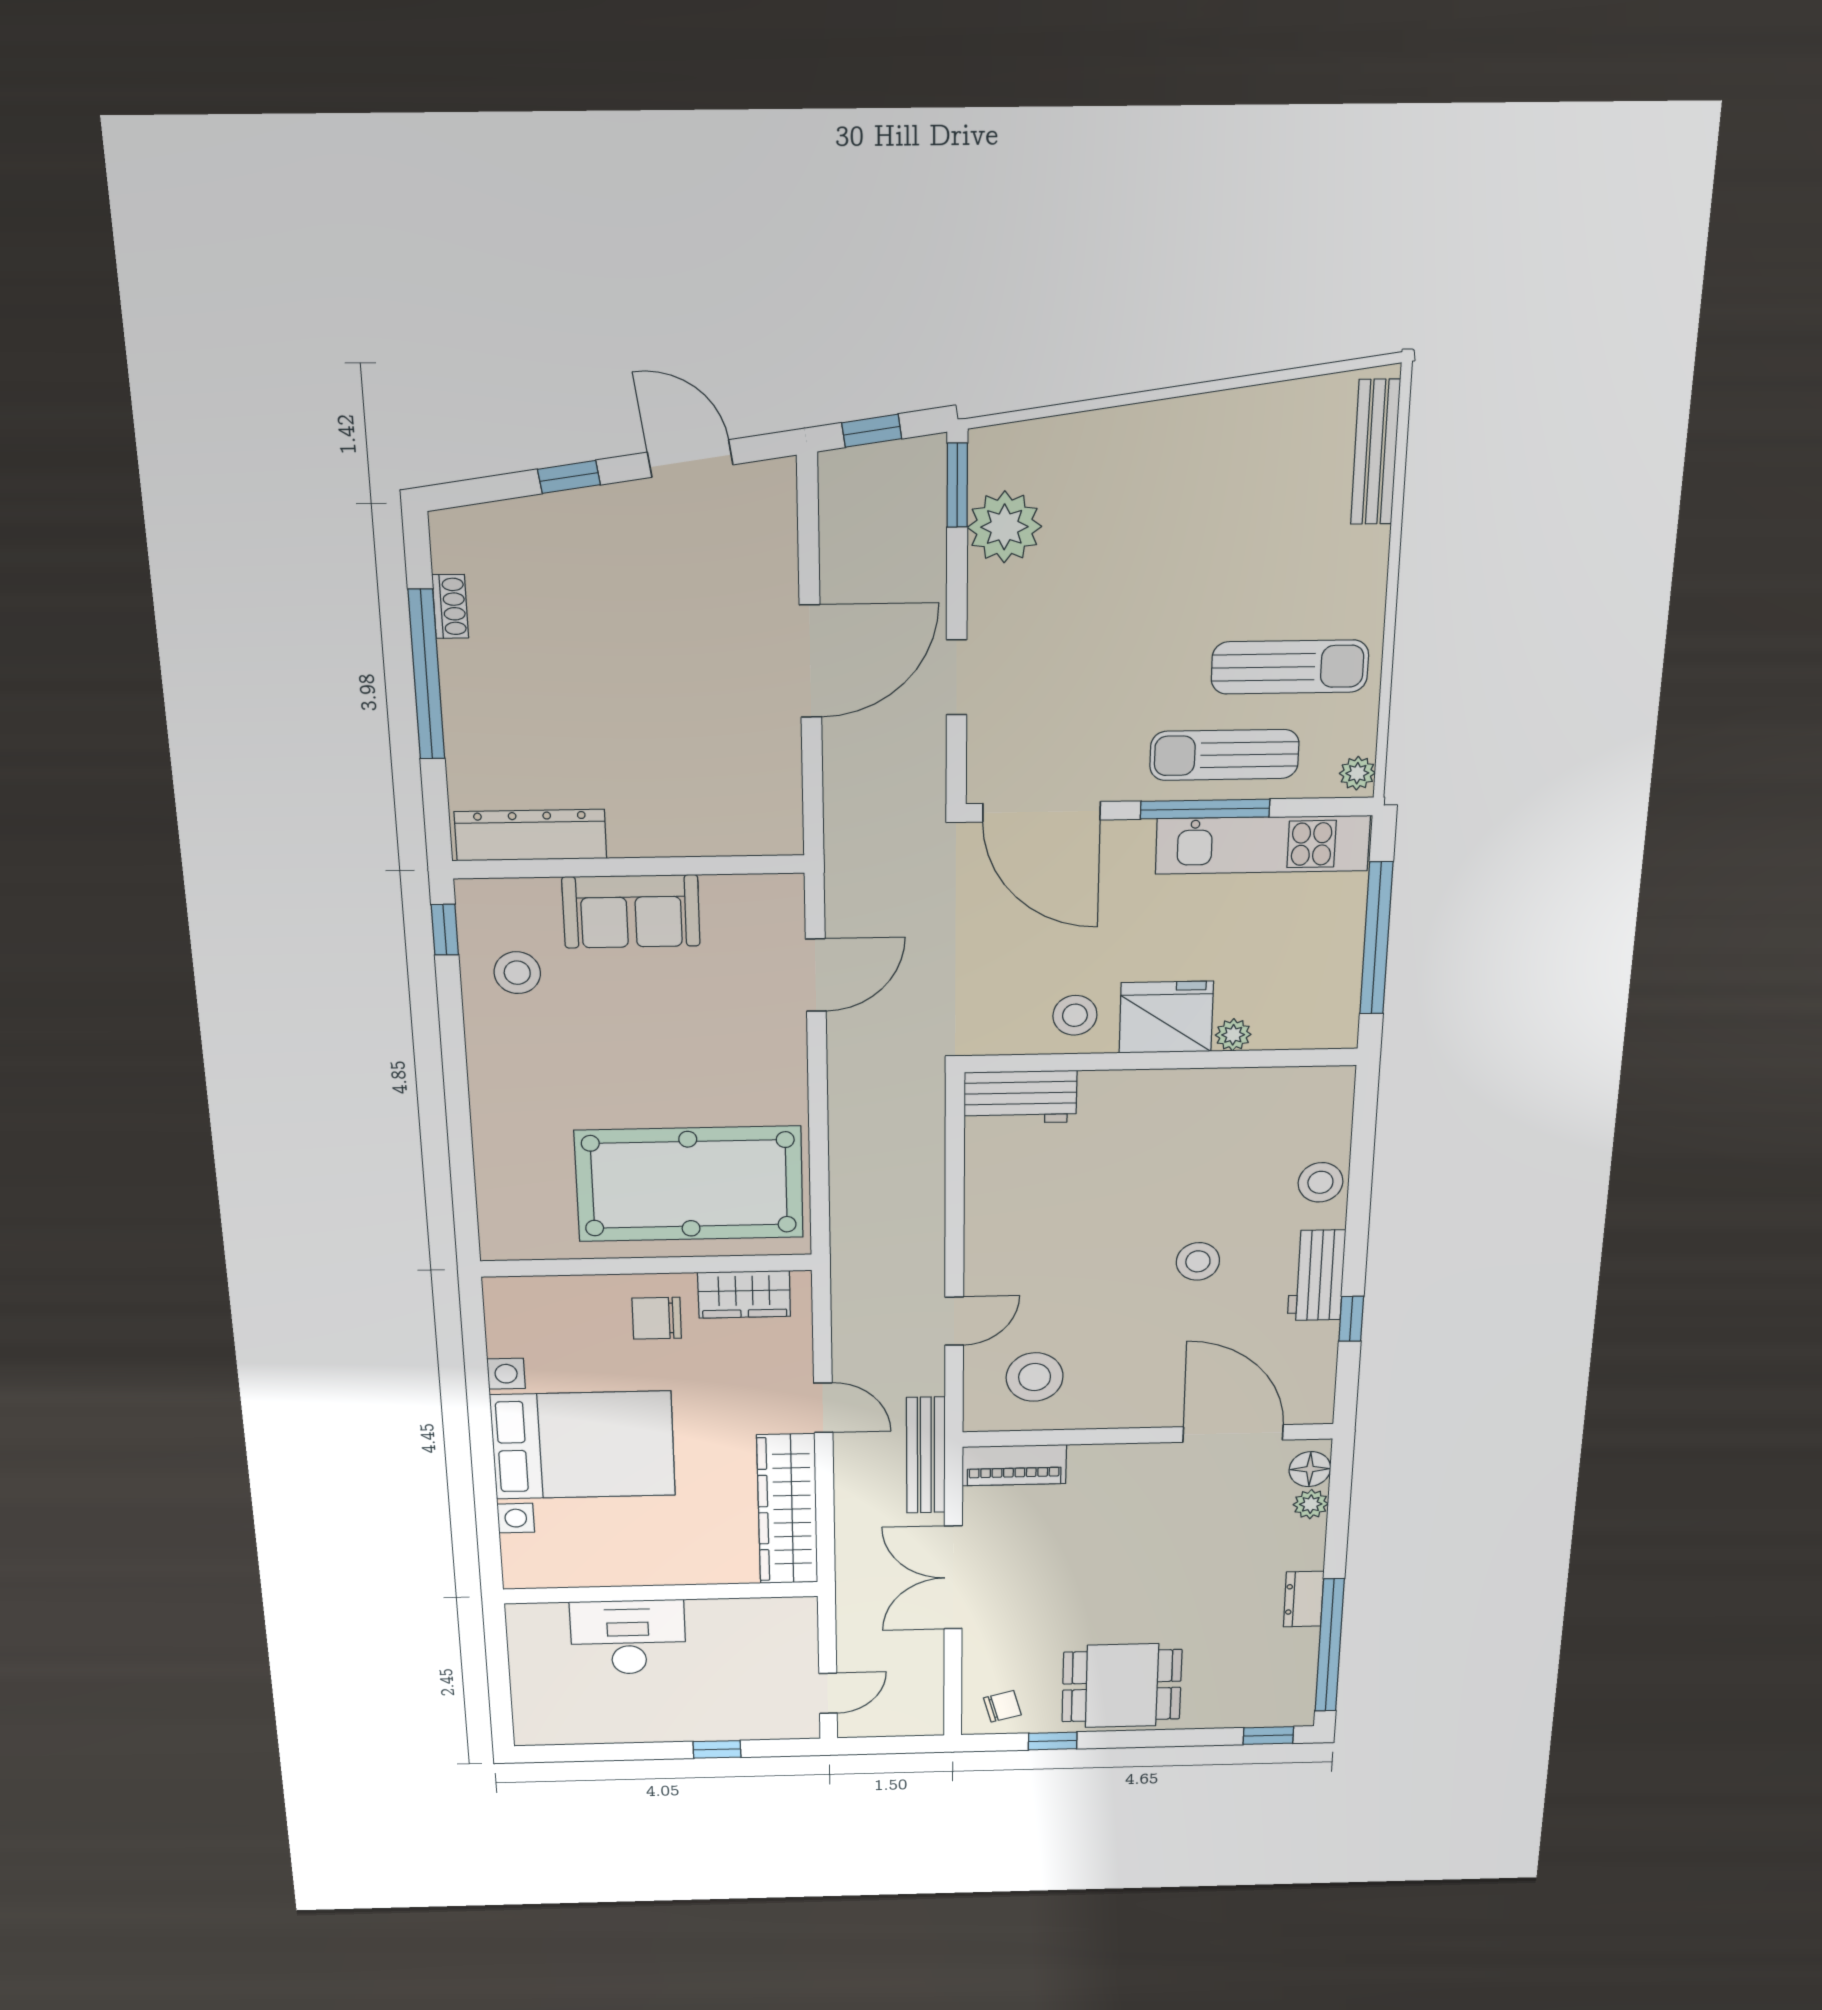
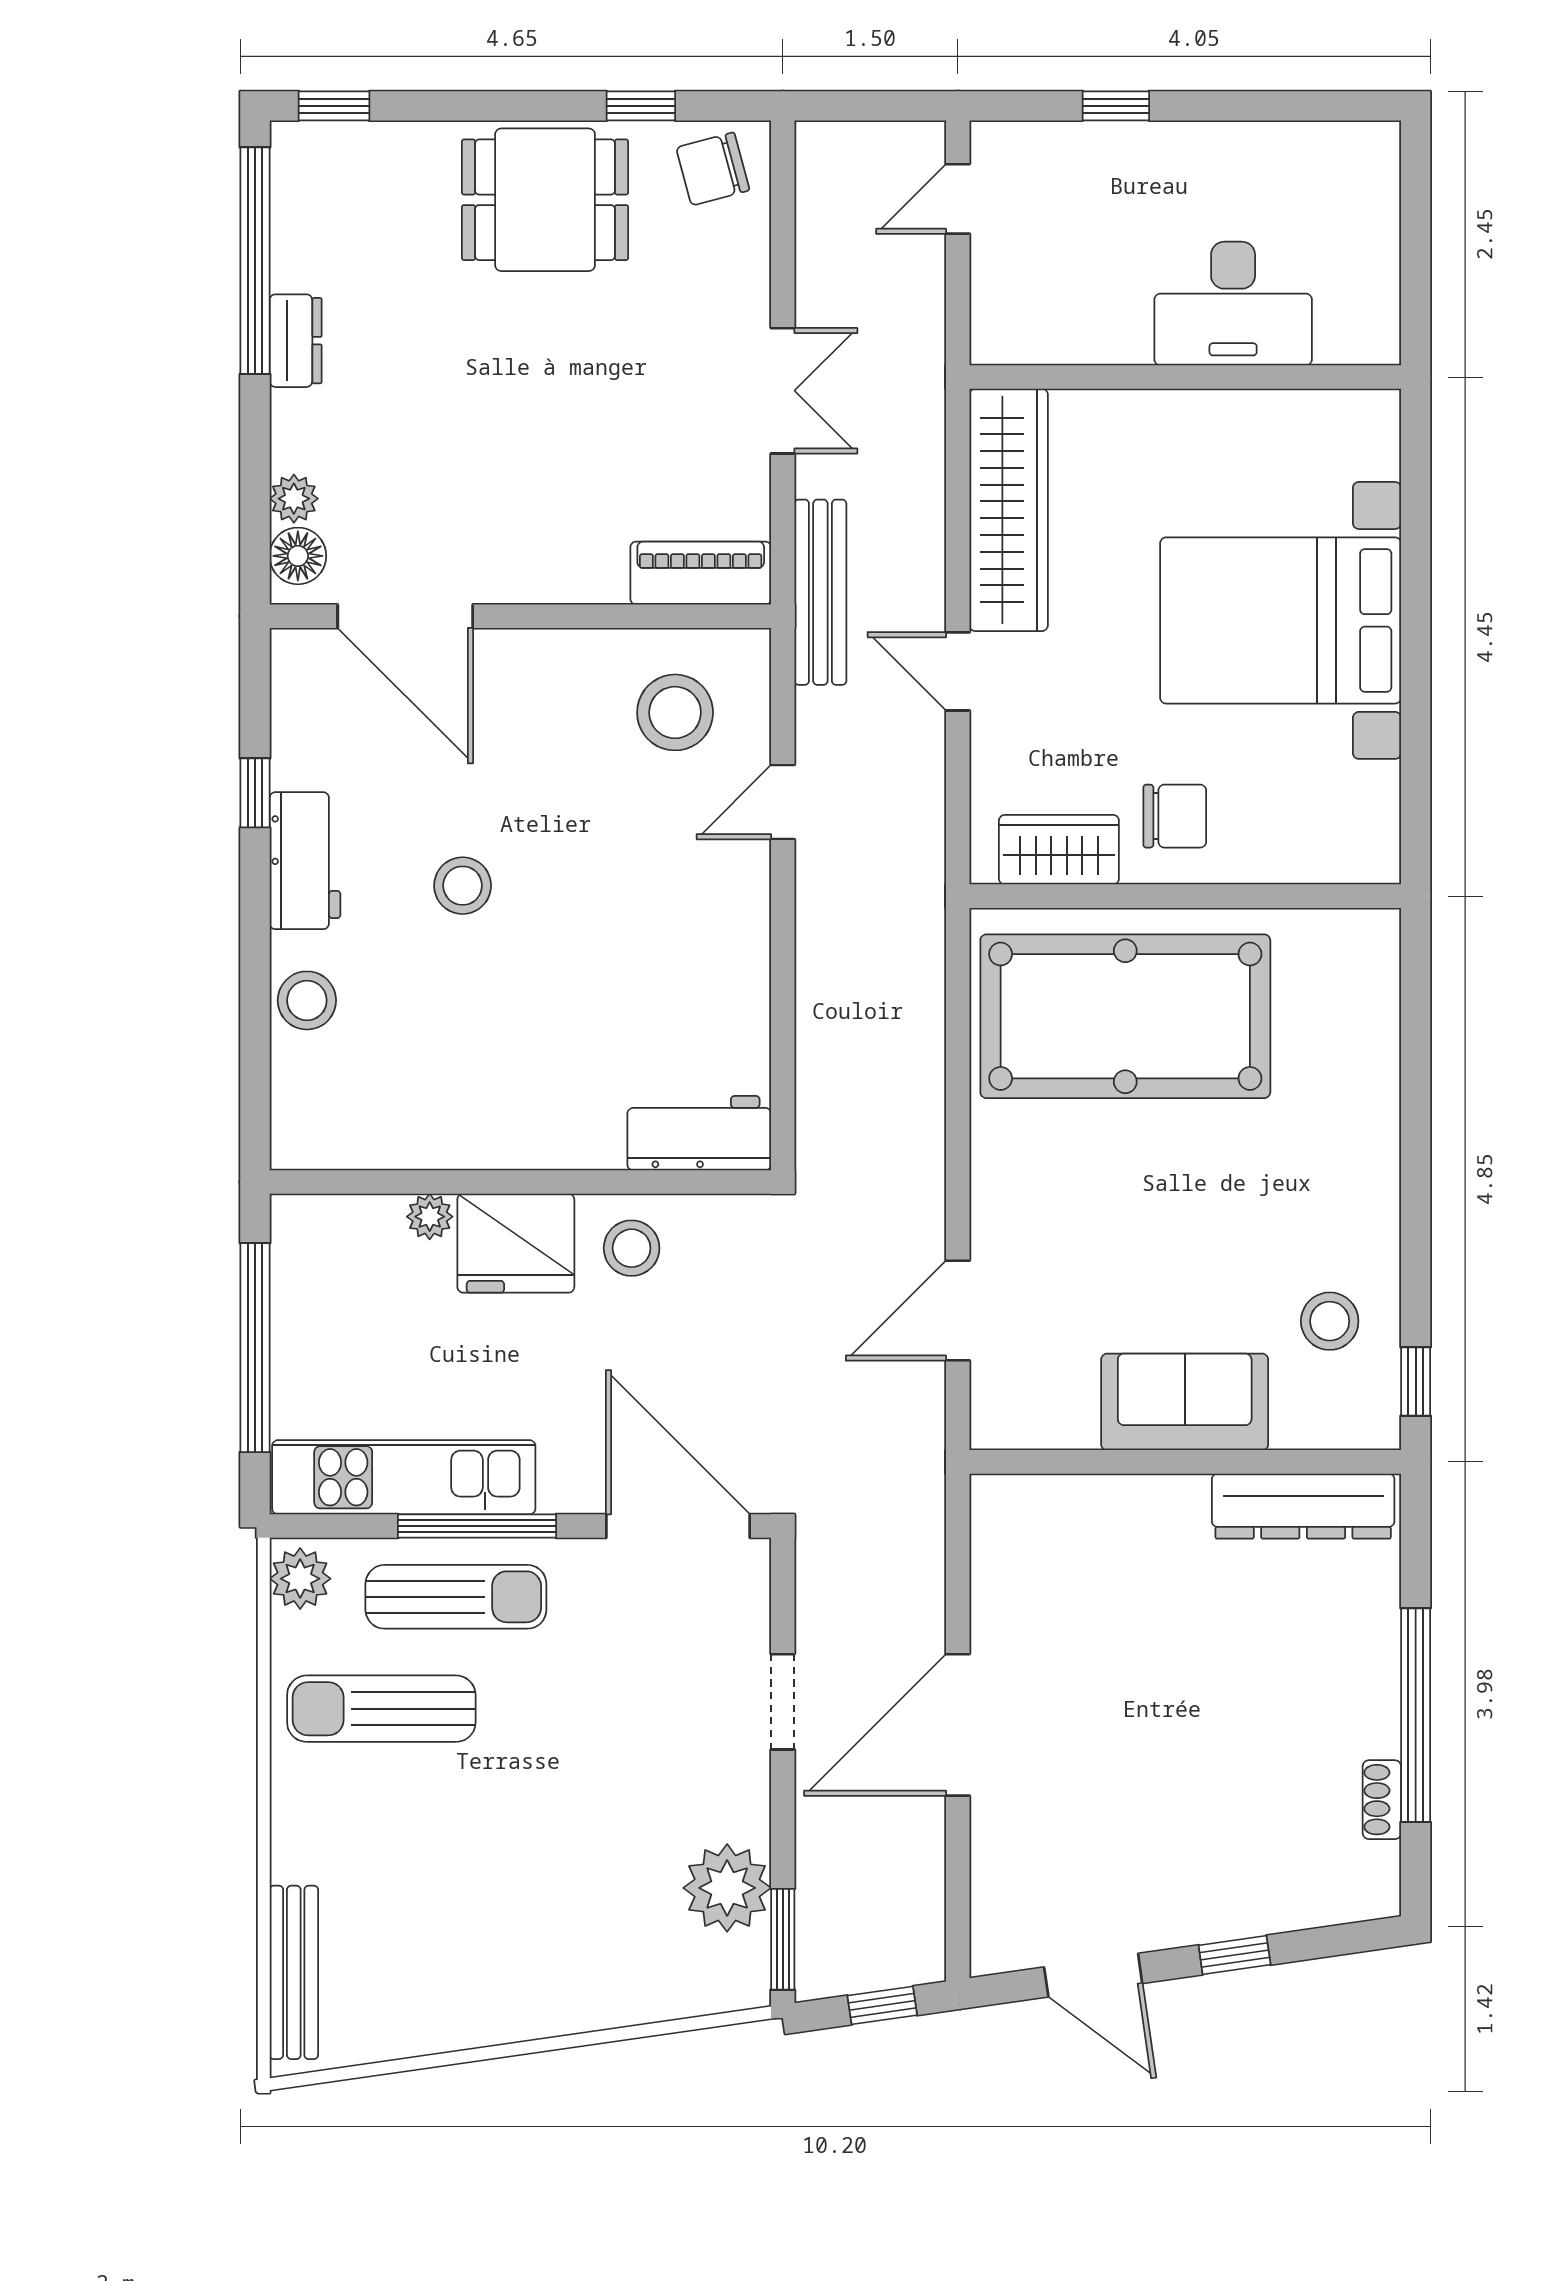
plant: (1357, 773) -> (300, 1579), width x1.38, depth x1.38
double door: (953, 1578) -> (783, 391), width x0.73
chair: (1002, 1706) -> (713, 169), width x1.37, depth x1.37

